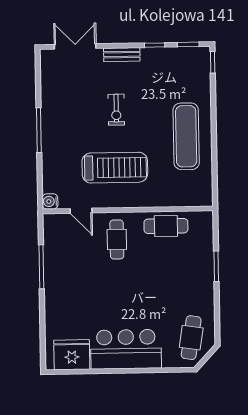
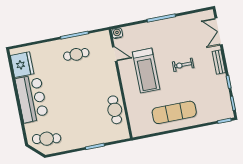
double door: (75, 46) -> (219, 31), swing flipped
door: (81, 211) -> (115, 54), swing flipped
cafe table: (117, 239) -> (76, 54), moved

